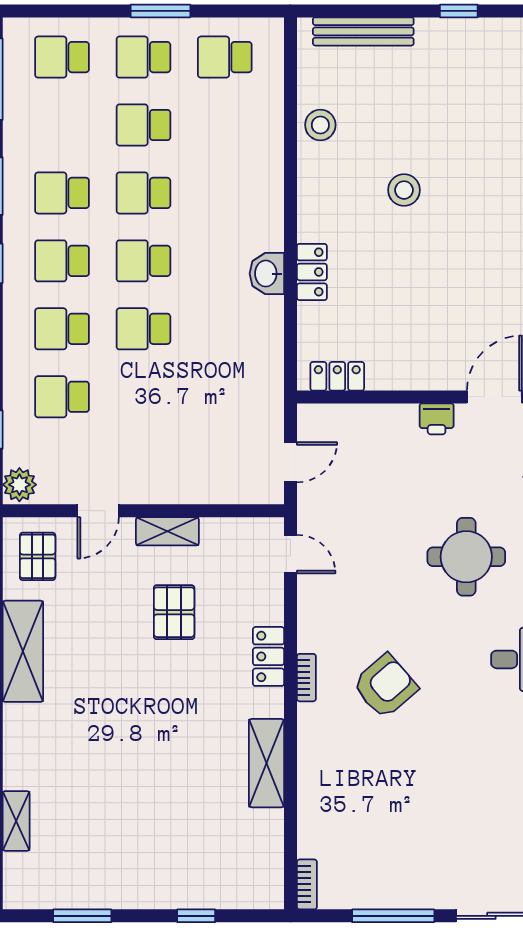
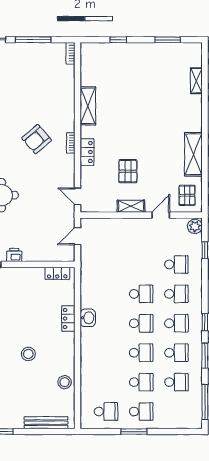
school desk: (62, 57) -> (176, 382), moved

